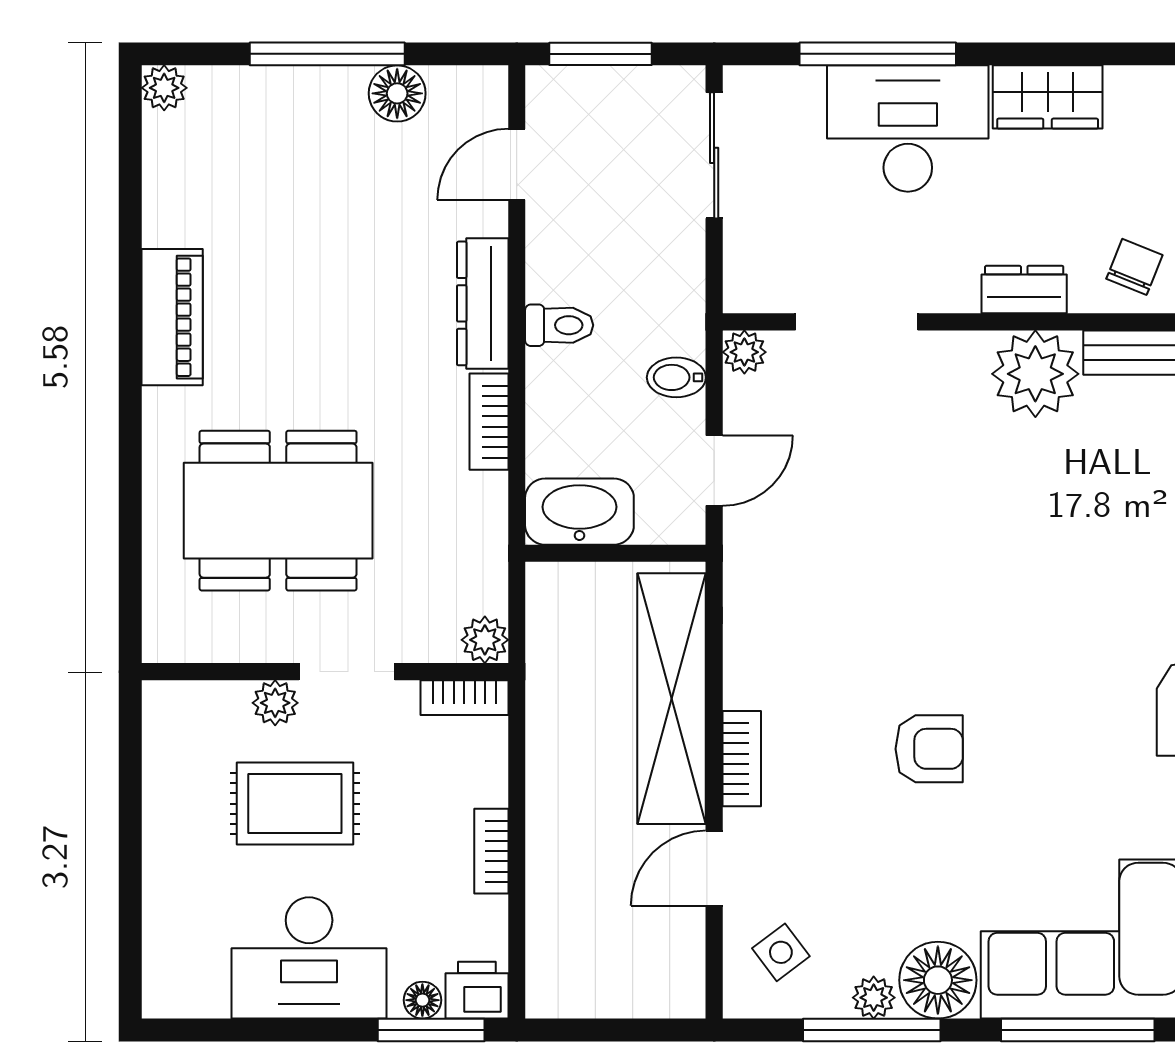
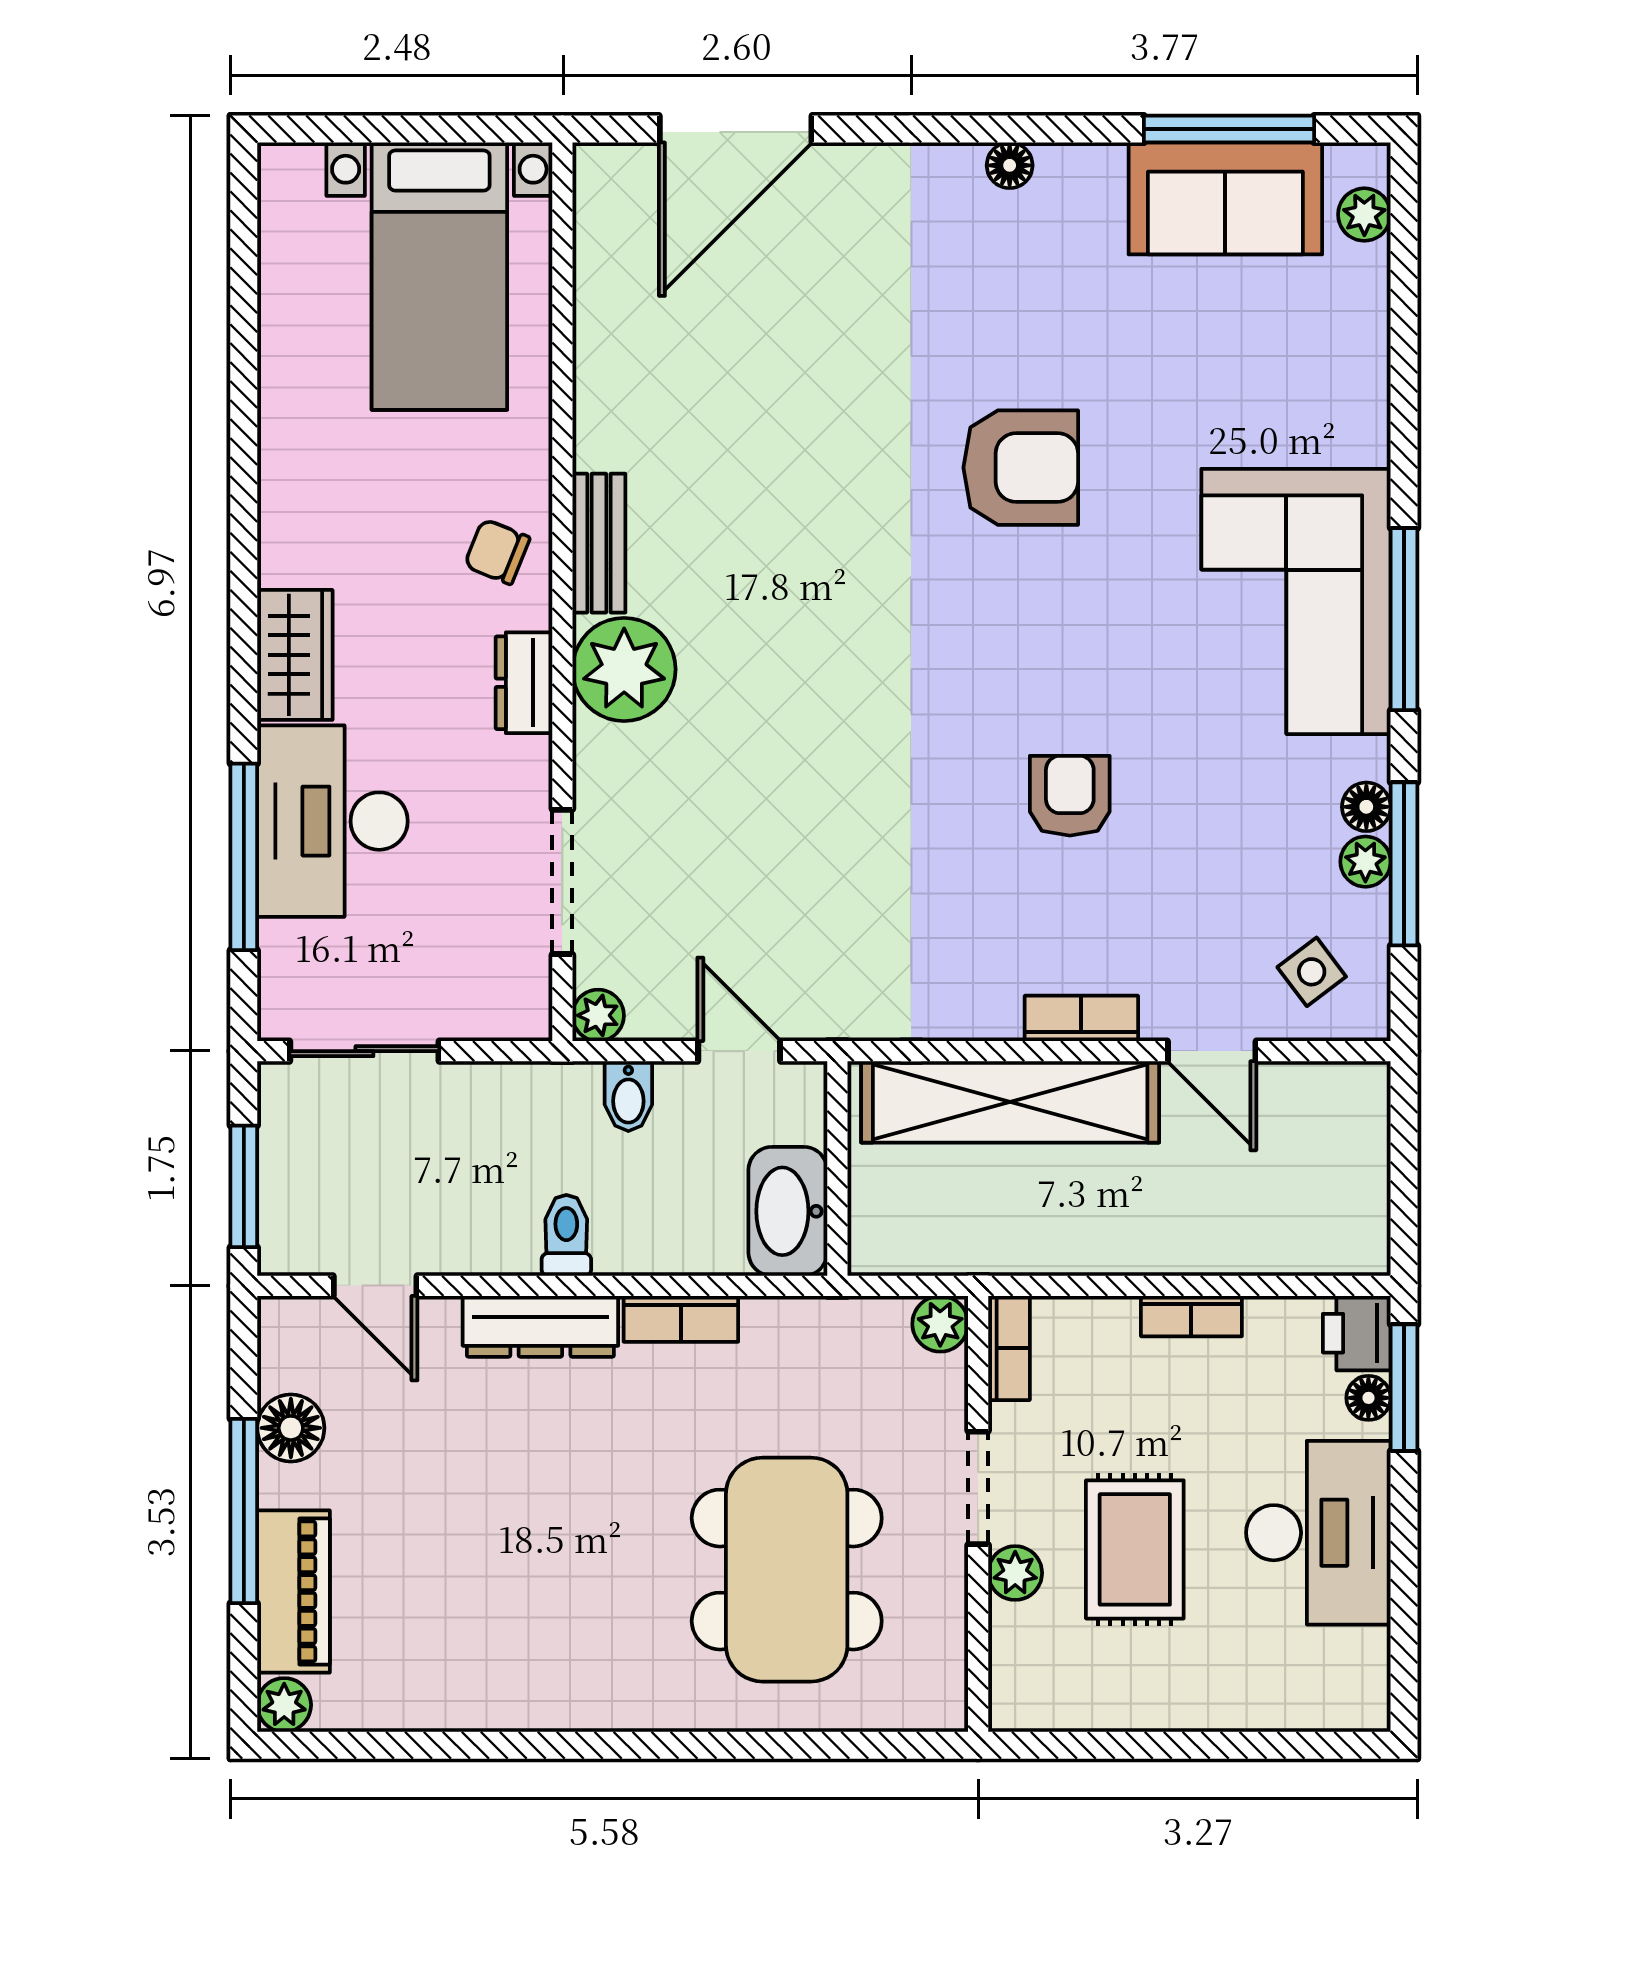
piano: (172, 317) -> (294, 1591), moved, turned 90
floor lamp: (938, 980) -> (1366, 807), width x0.53, depth x0.53

